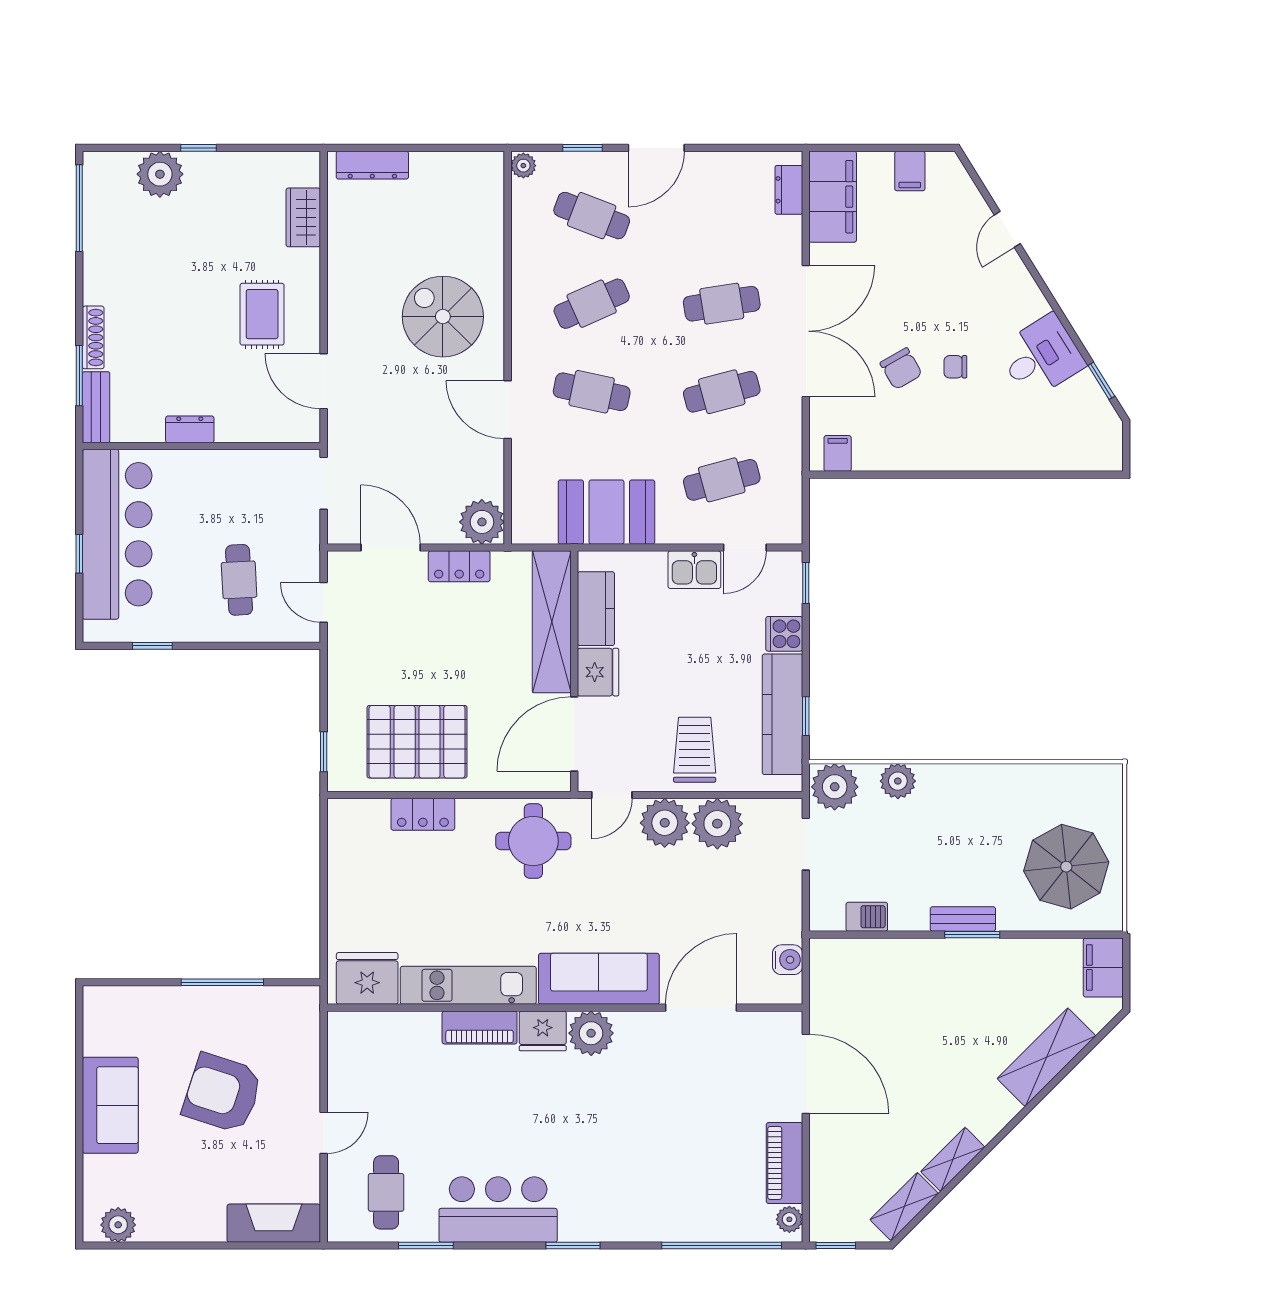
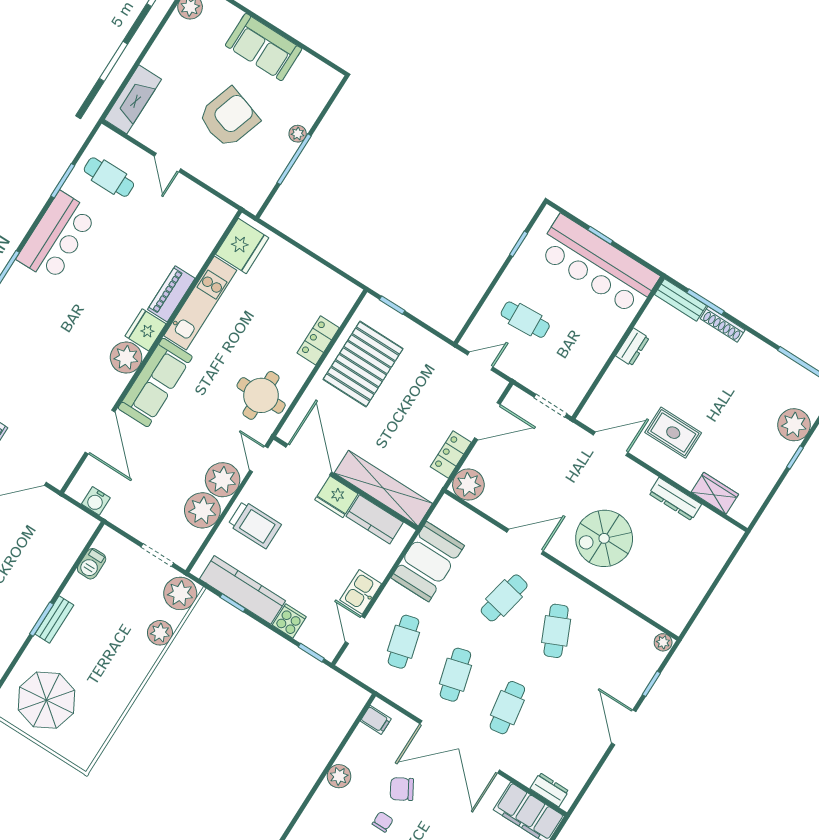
dresser: (372, 165) -> (675, 499), moved, turned -90
cafe table: (592, 216) -> (608, 664), removed
spiral stairs: (443, 317) -> (604, 538), turned 180
plant: (934, 455) -> (339, 776), added
plant: (189, 998) -> (298, 134), added

